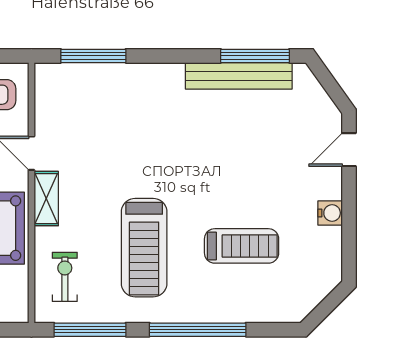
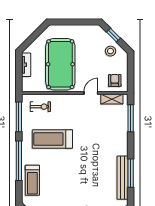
window: (255, 56) -> (131, 173), moved
shelving: (46, 199) -> (112, 99), moved
treadmill: (242, 246) -> (32, 180), moved

